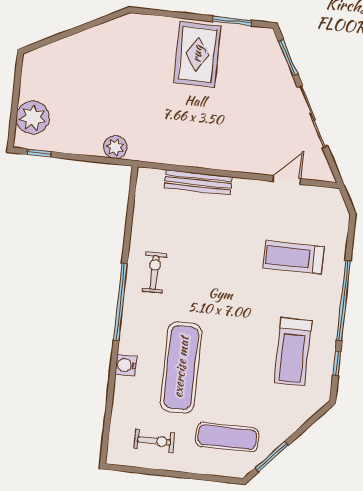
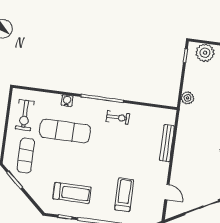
treadmill: (293, 352) -> (72, 193), turned 180
exercise bike: (154, 441) -> (25, 115), width x1.38, depth x1.39

